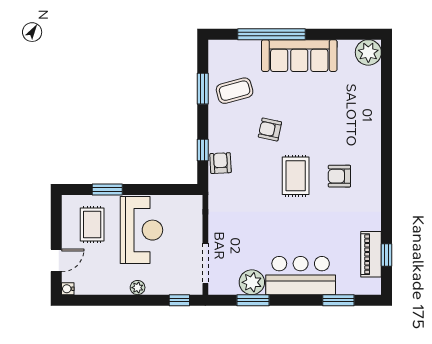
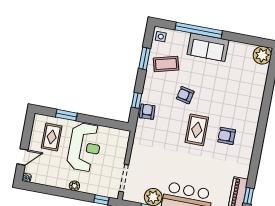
side table: (220, 53) -> (161, 37), added
sofa: (299, 56) -> (208, 47), width x0.73

